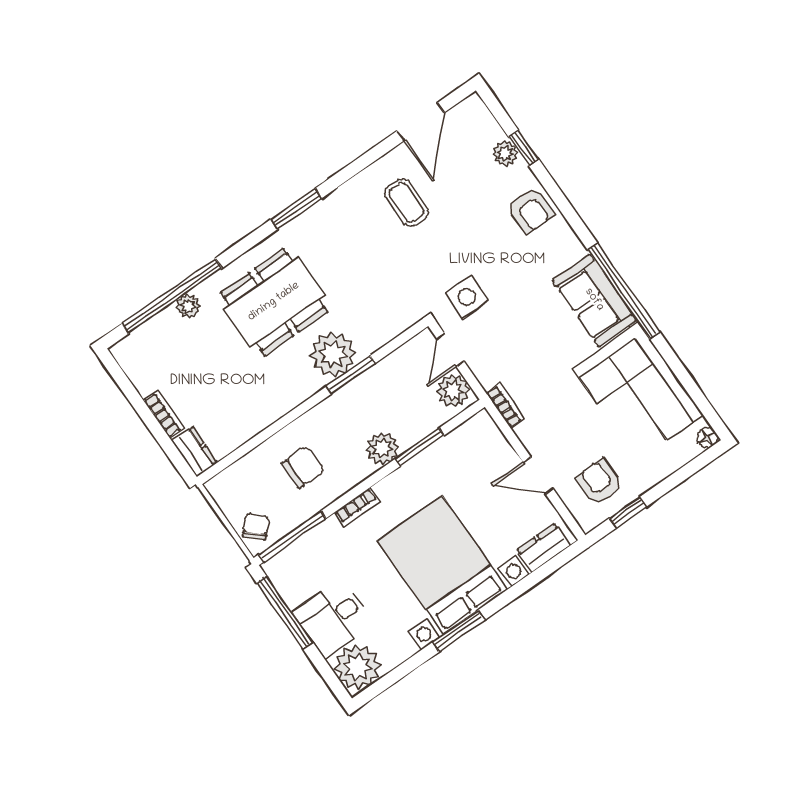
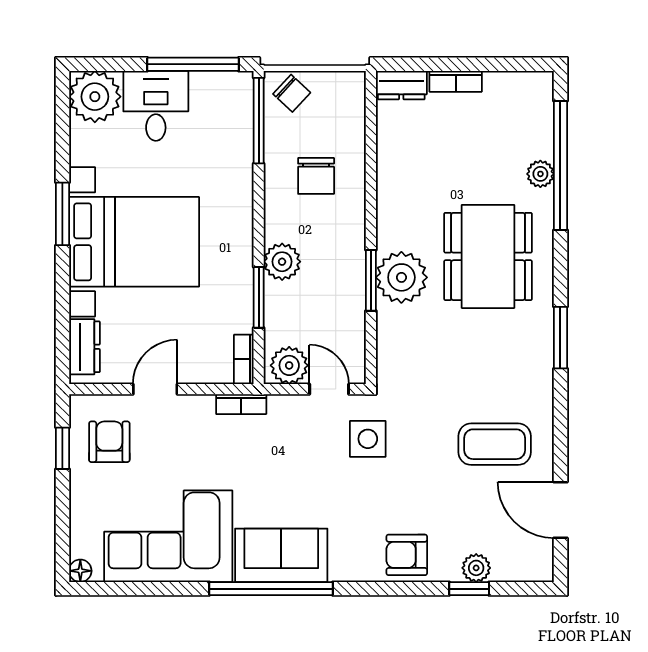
coffee table: (406, 203) -> (495, 444), width x1.36, depth x1.30
armchair: (599, 482) -> (109, 442), turned -90
bookcase: (357, 507) -> (244, 359), moved

